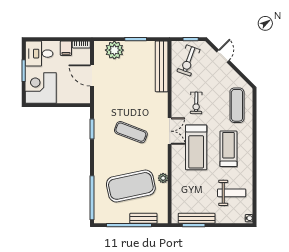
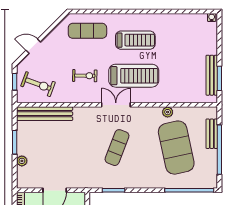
plant: (114, 50) -> (22, 161), width x0.53, depth x0.53
treadmill: (228, 149) -> (135, 40), turned 180
weight bench: (232, 193) -> (184, 37), removed

